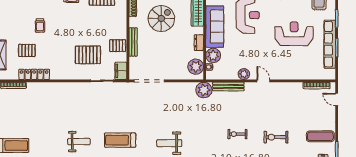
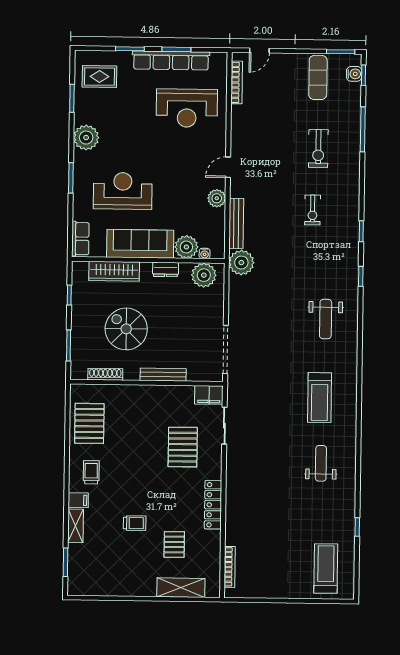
reception desk: (294, 34) -> (187, 108), moved, turned -90
pallet: (118, 46) -> (169, 399), removed
locker: (34, 74) -> (213, 505), moved

